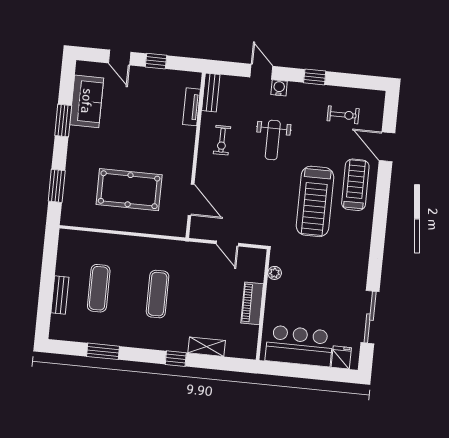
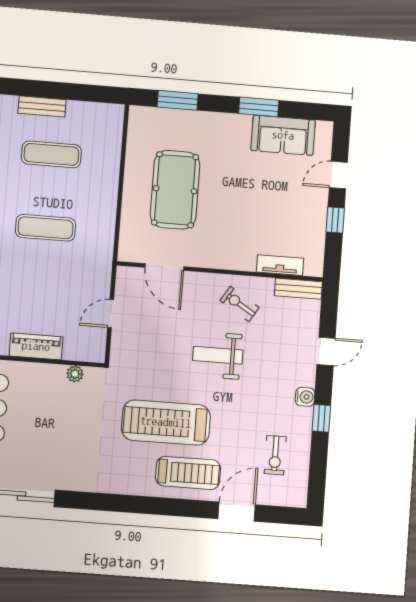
water cooler: (279, 88) -> (305, 397), moved
exercise bike: (222, 140) -> (240, 304), turned 32
weight bench: (273, 140) -> (218, 355), moved
door: (191, 200) -> (164, 267), hinge flipped

